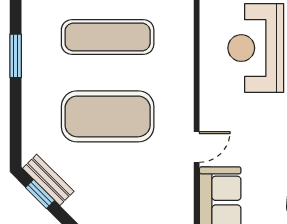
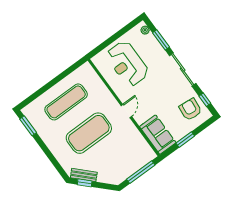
window: (16, 56) -> (28, 126), moved
door: (197, 147) -> (126, 111), moved

